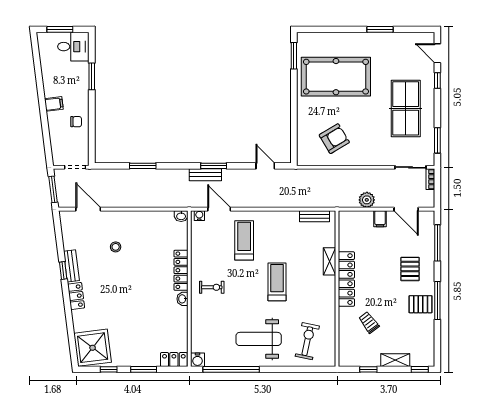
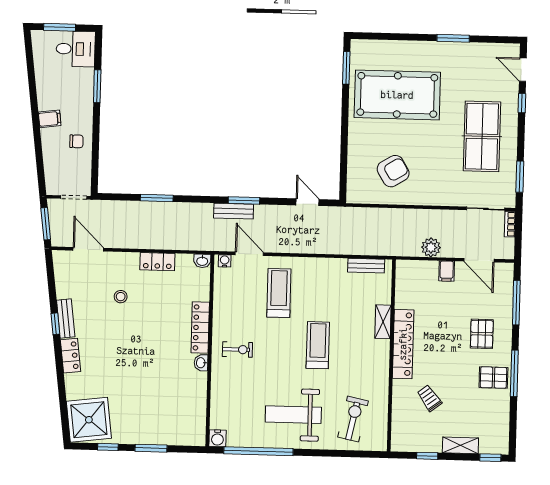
locker: (174, 360) -> (157, 262), moved, turned 180

